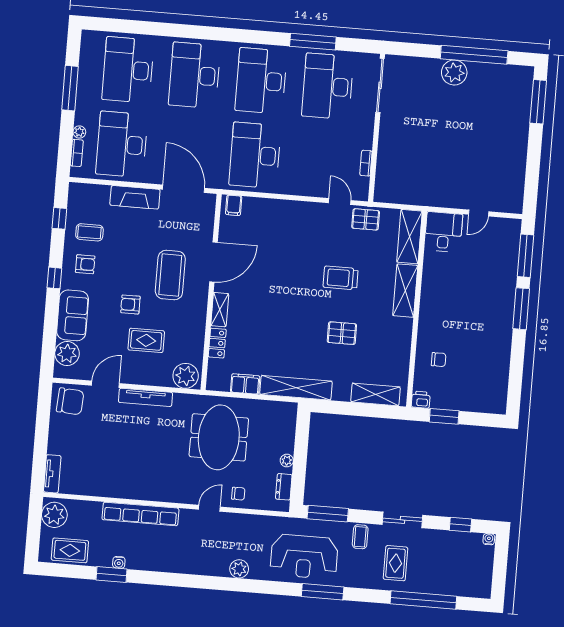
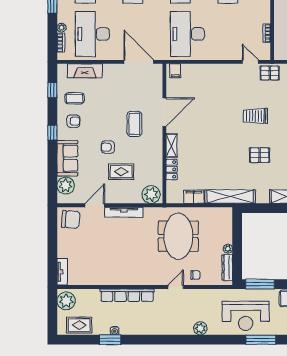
fireplace: (135, 197) -> (85, 71), moved
coffee table: (170, 275) -> (134, 124), width x0.73, depth x0.76
dresser: (284, 487) -> (227, 268), width x1.44

